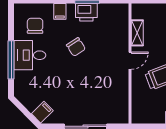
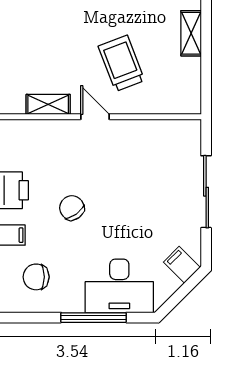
chair: (76, 47) -> (72, 208), turned -93
desk: (30, 55) -> (119, 286), moved, width x1.37

